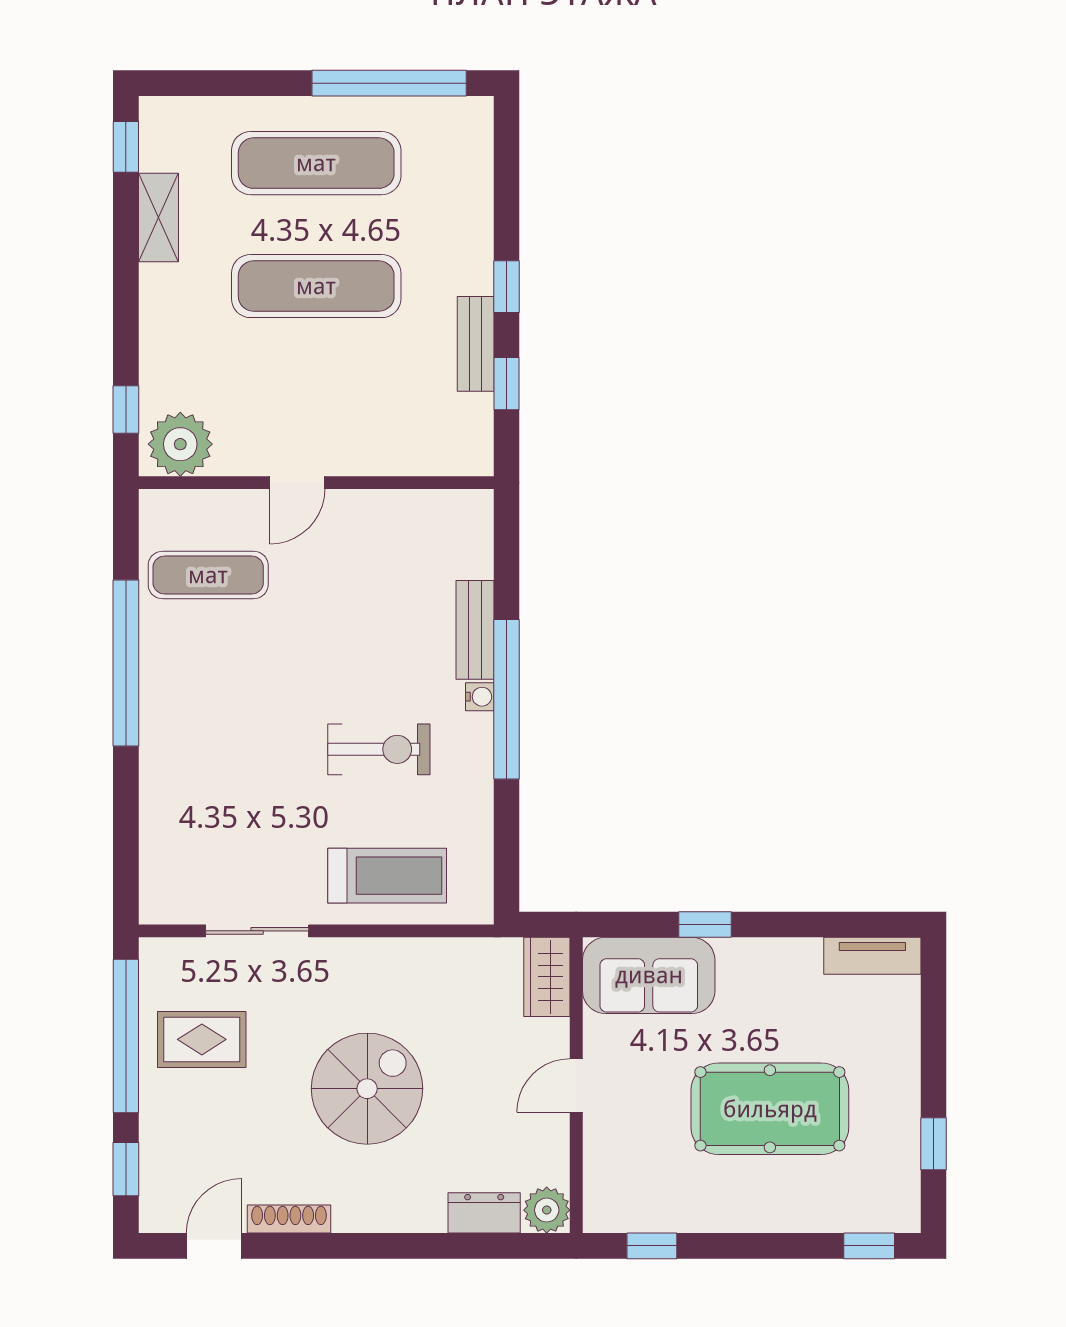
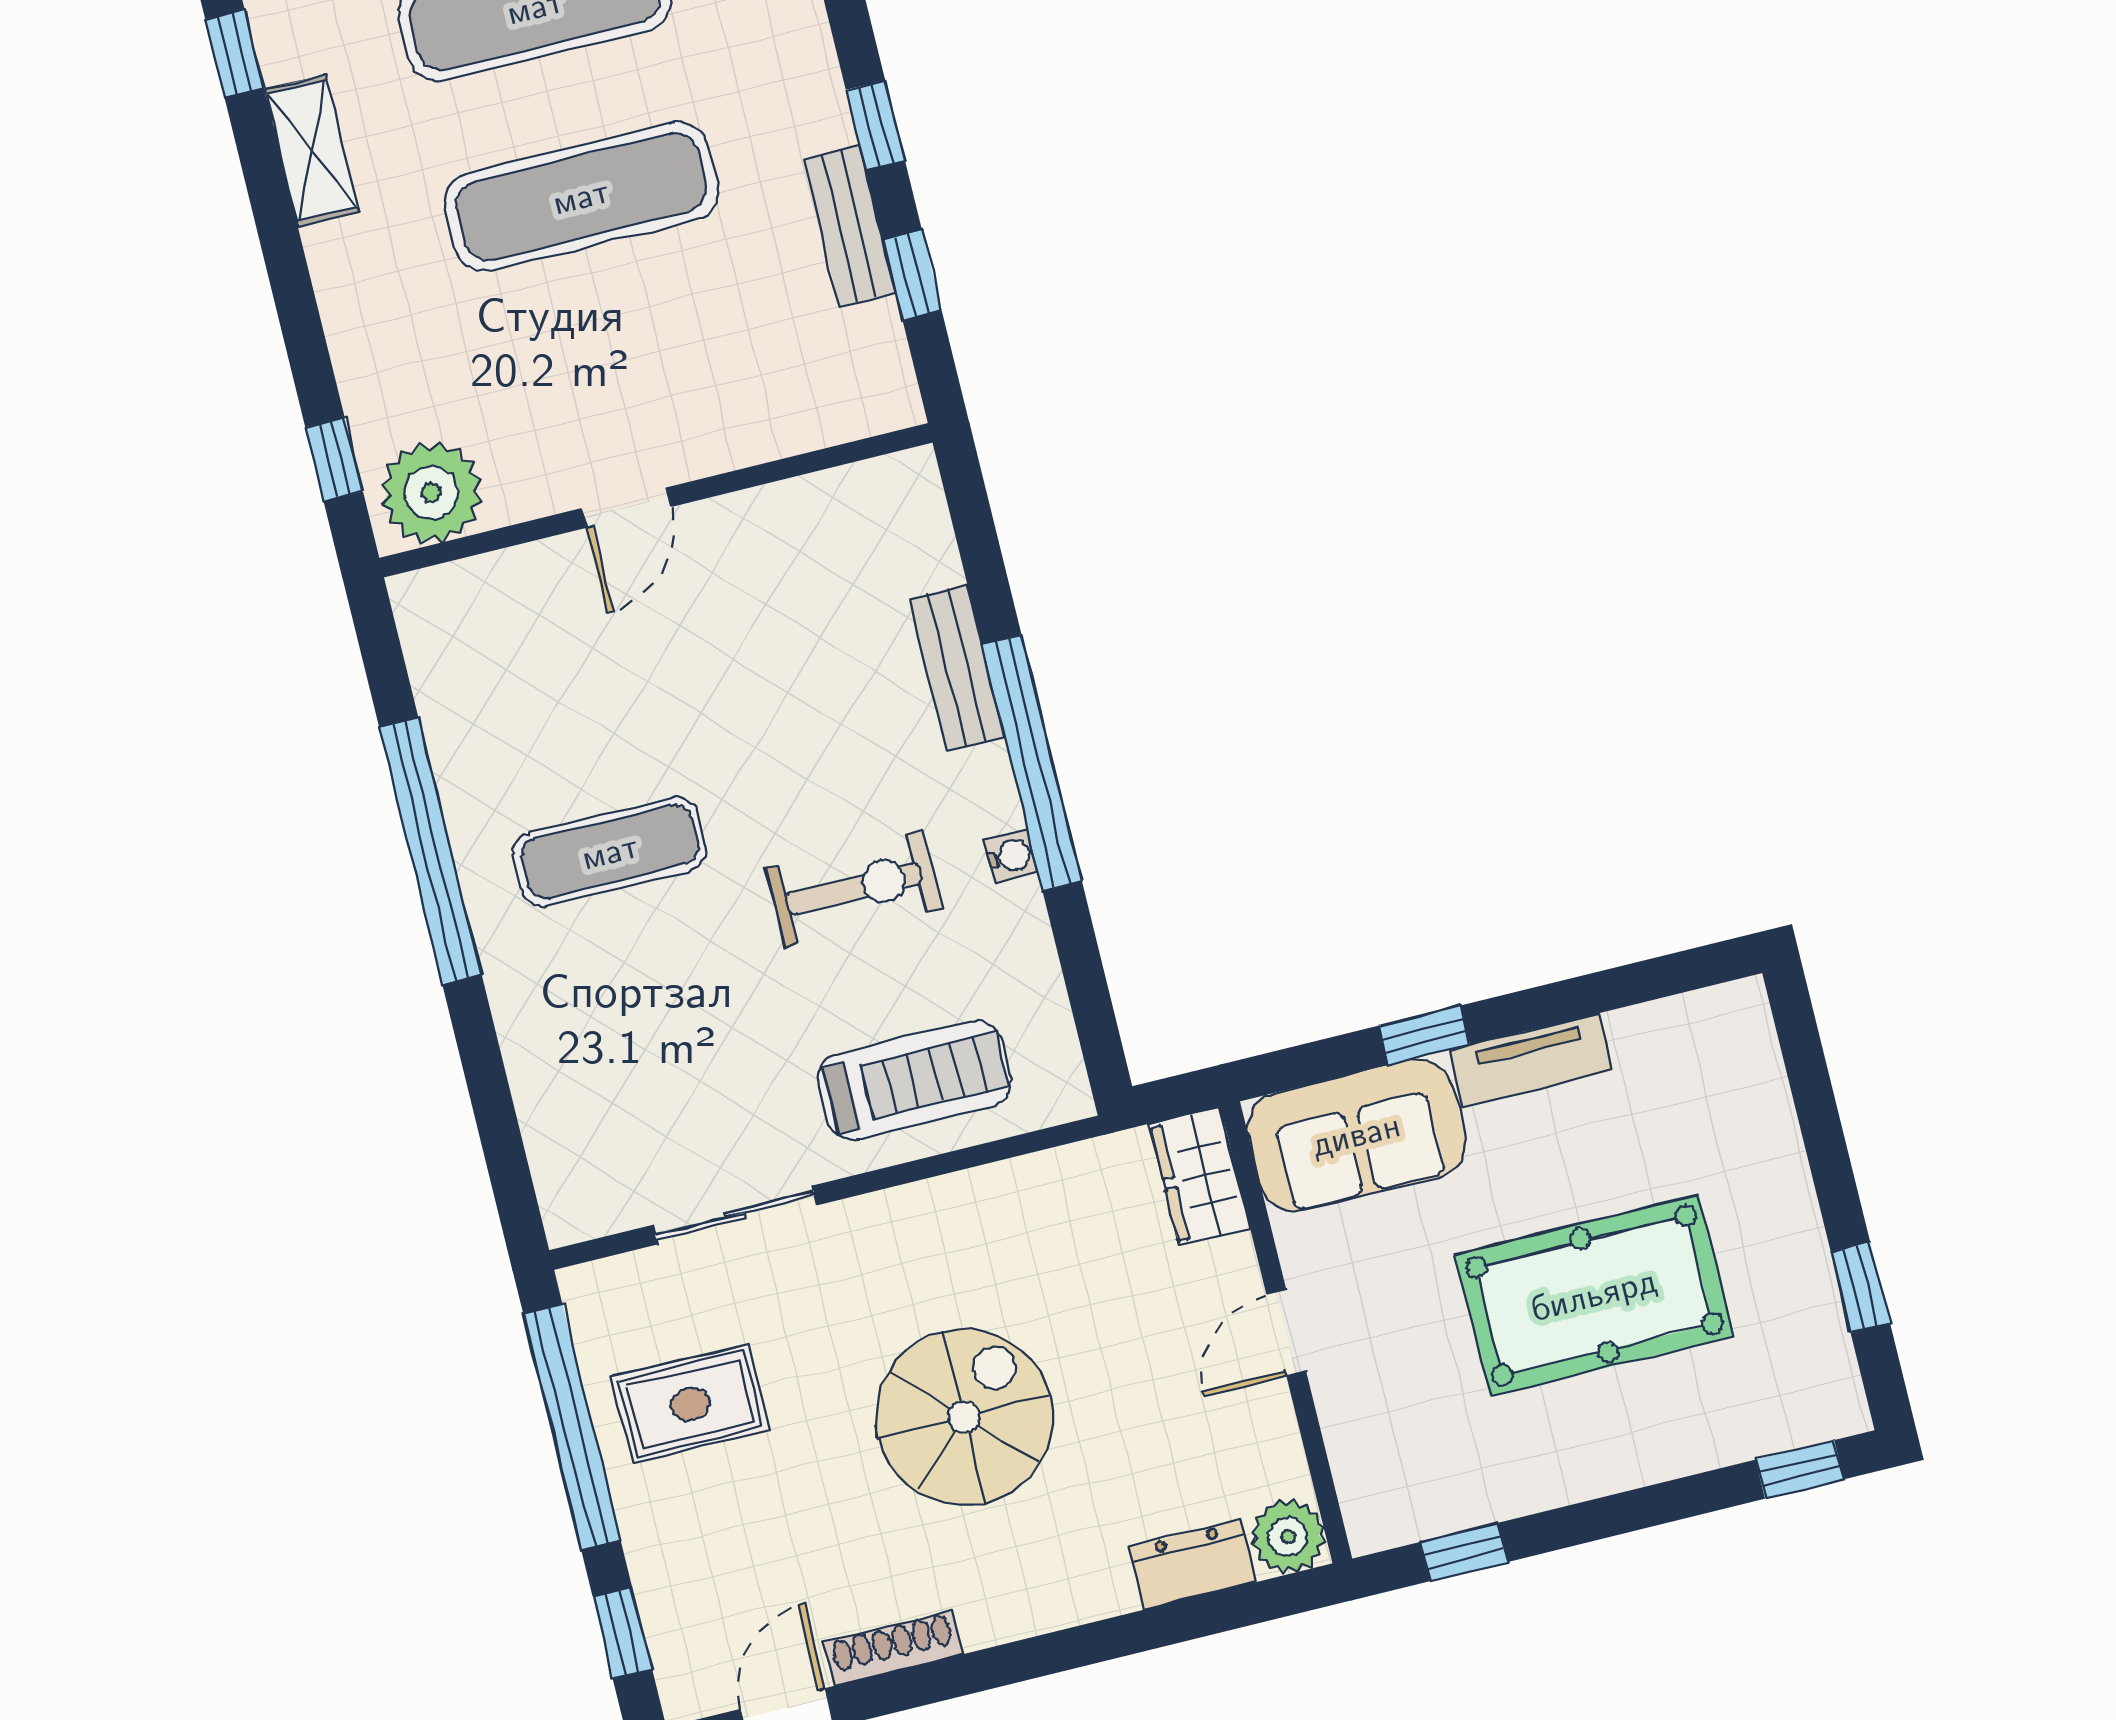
exercise mat: (208, 575) -> (610, 852), moved
water cooler: (480, 697) -> (1011, 856), moved
tv unit: (872, 956) -> (1531, 1060), moved

